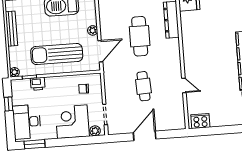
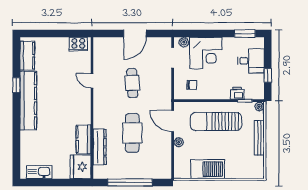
kitchen counter: (188, 26) -> (84, 139), added
bench: (11, 29) -> (259, 138), moved
door: (100, 51) -> (173, 121), hinge flipped
sun lounger: (57, 54) -> (216, 121), turned 180
desk: (27, 122) -> (251, 61), width x0.73

